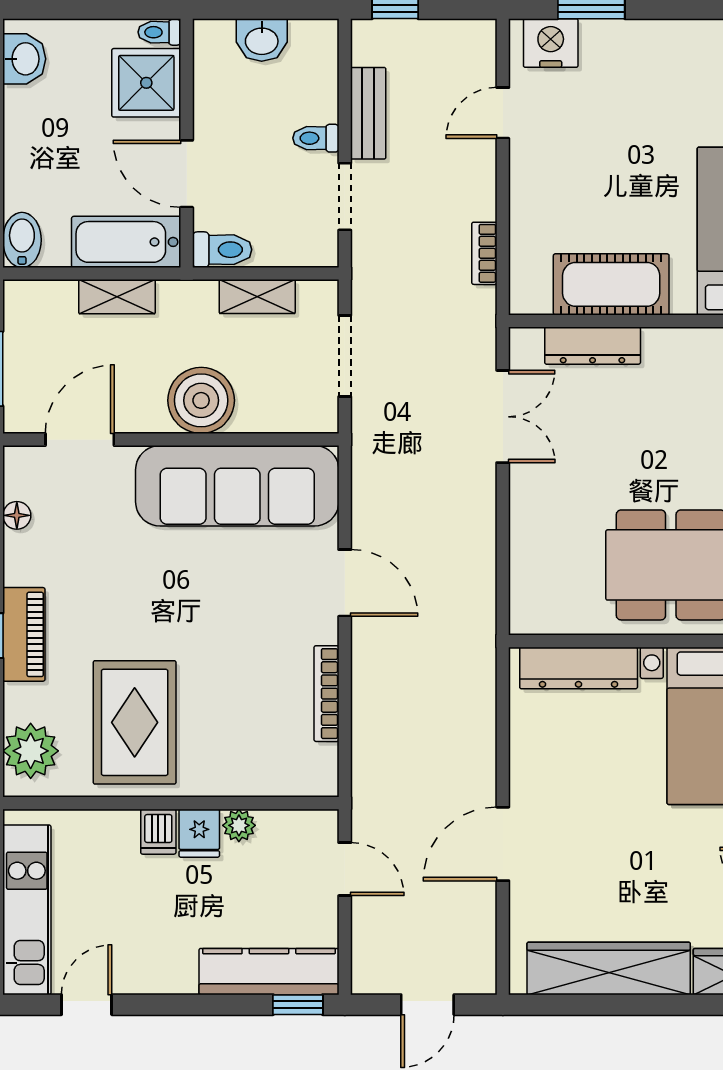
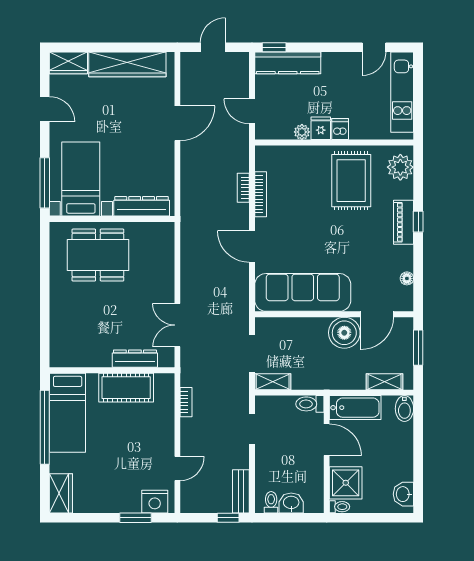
bench: (368, 113) -> (241, 491), moved
toilet: (316, 138) -> (271, 502), moved, turned -90
shelving: (117, 297) -> (385, 382), moved
shelving: (257, 297) -> (273, 382), moved
boiler: (201, 400) -> (344, 333), moved
bookcase: (363, 707) -> (243, 188), added

